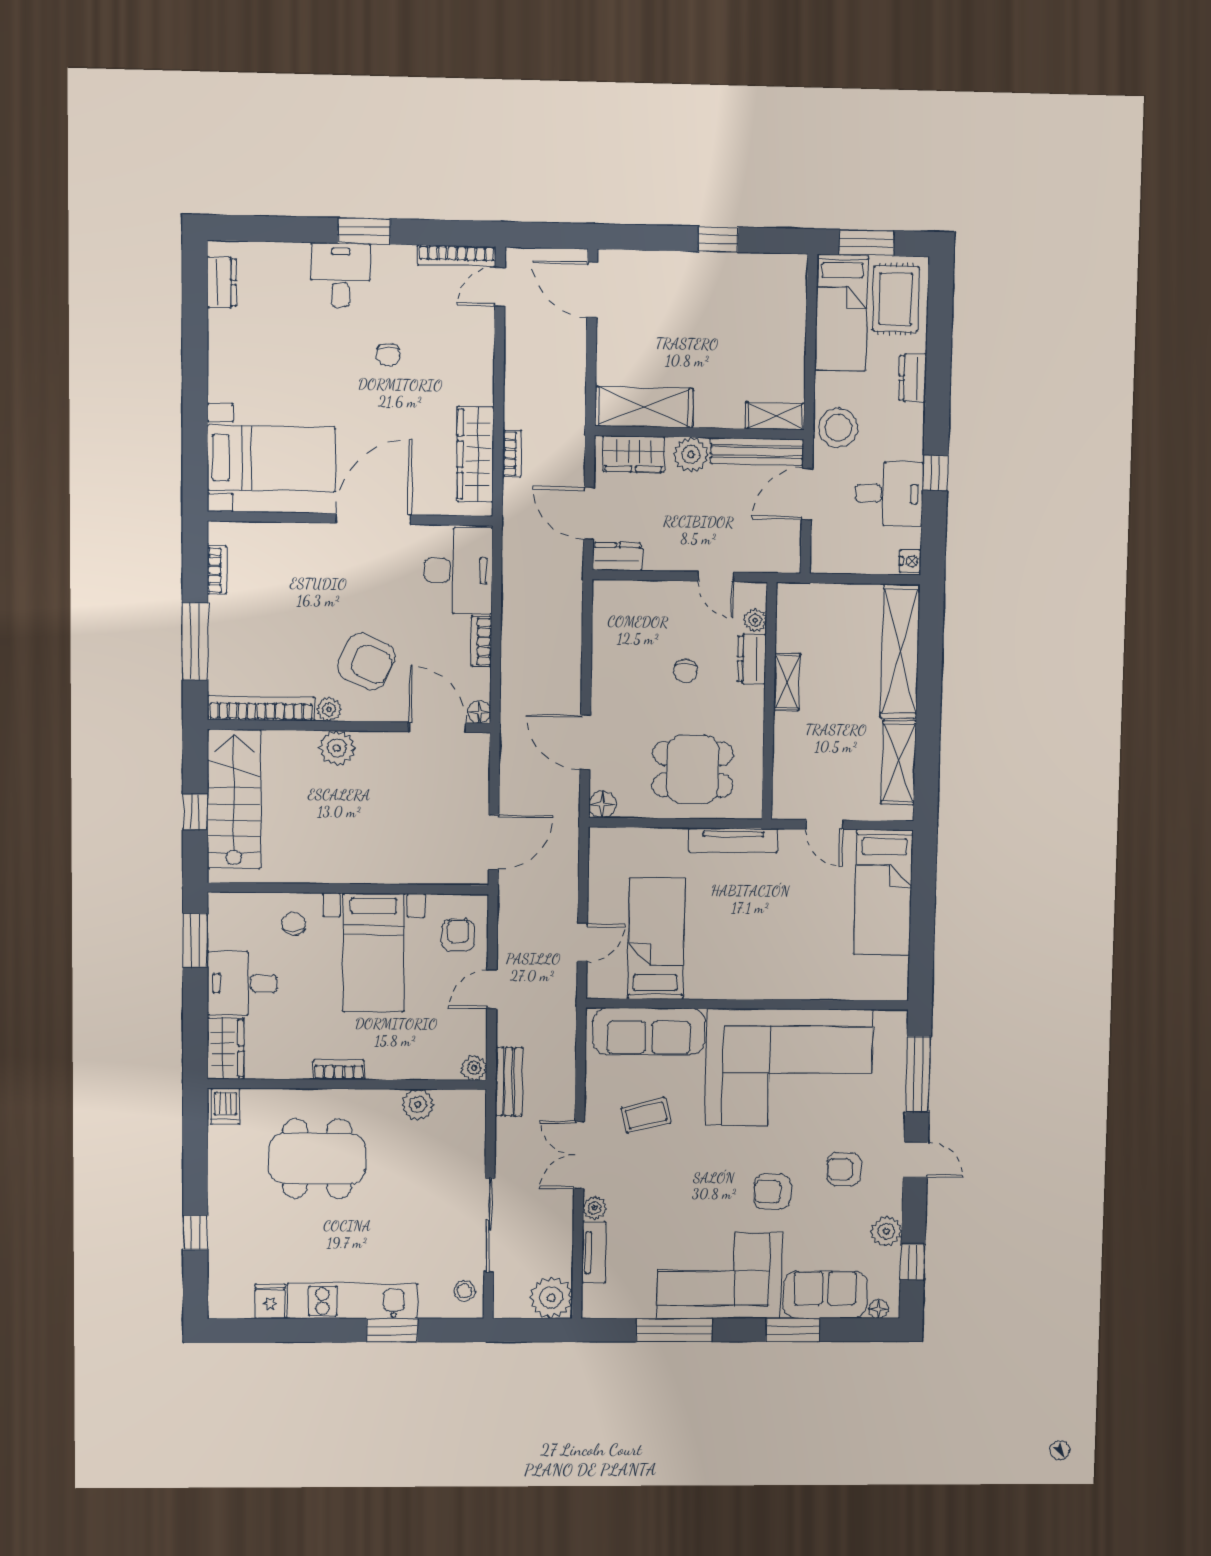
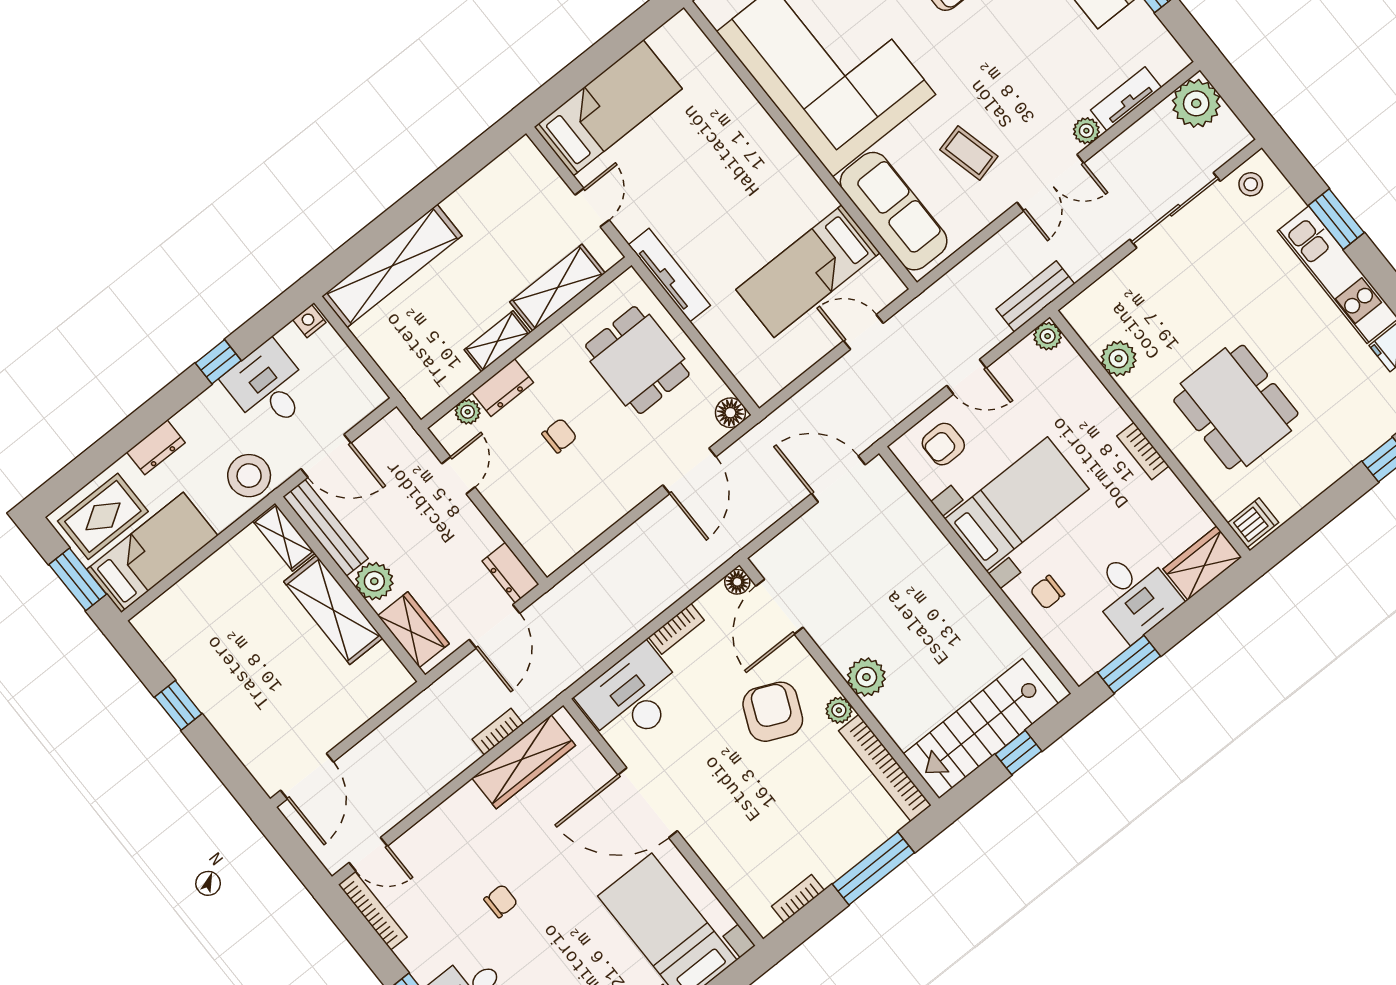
shelving: (644, 407) -> (333, 610), moved
shelving: (898, 763) -> (557, 288), moved

